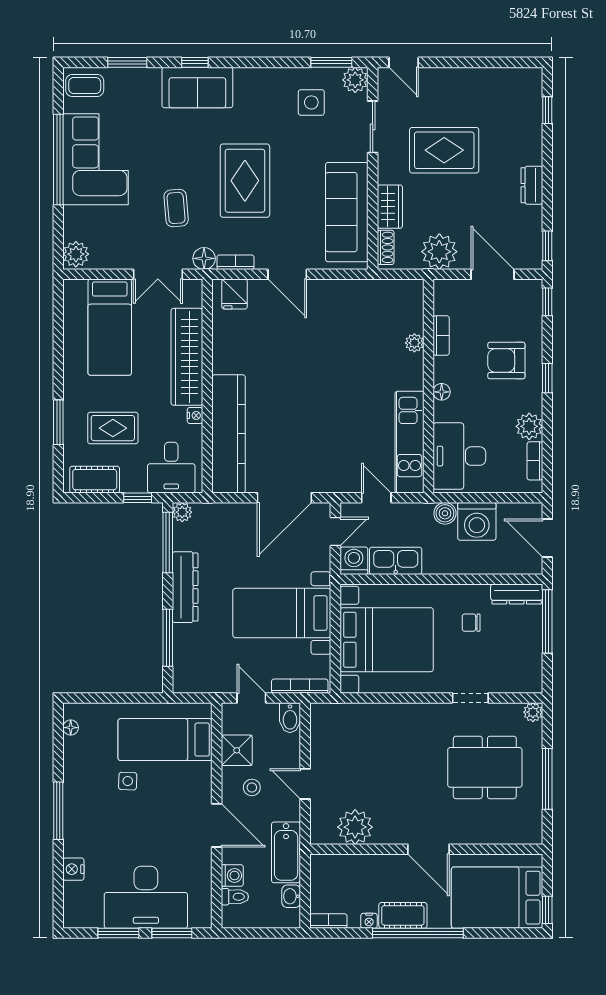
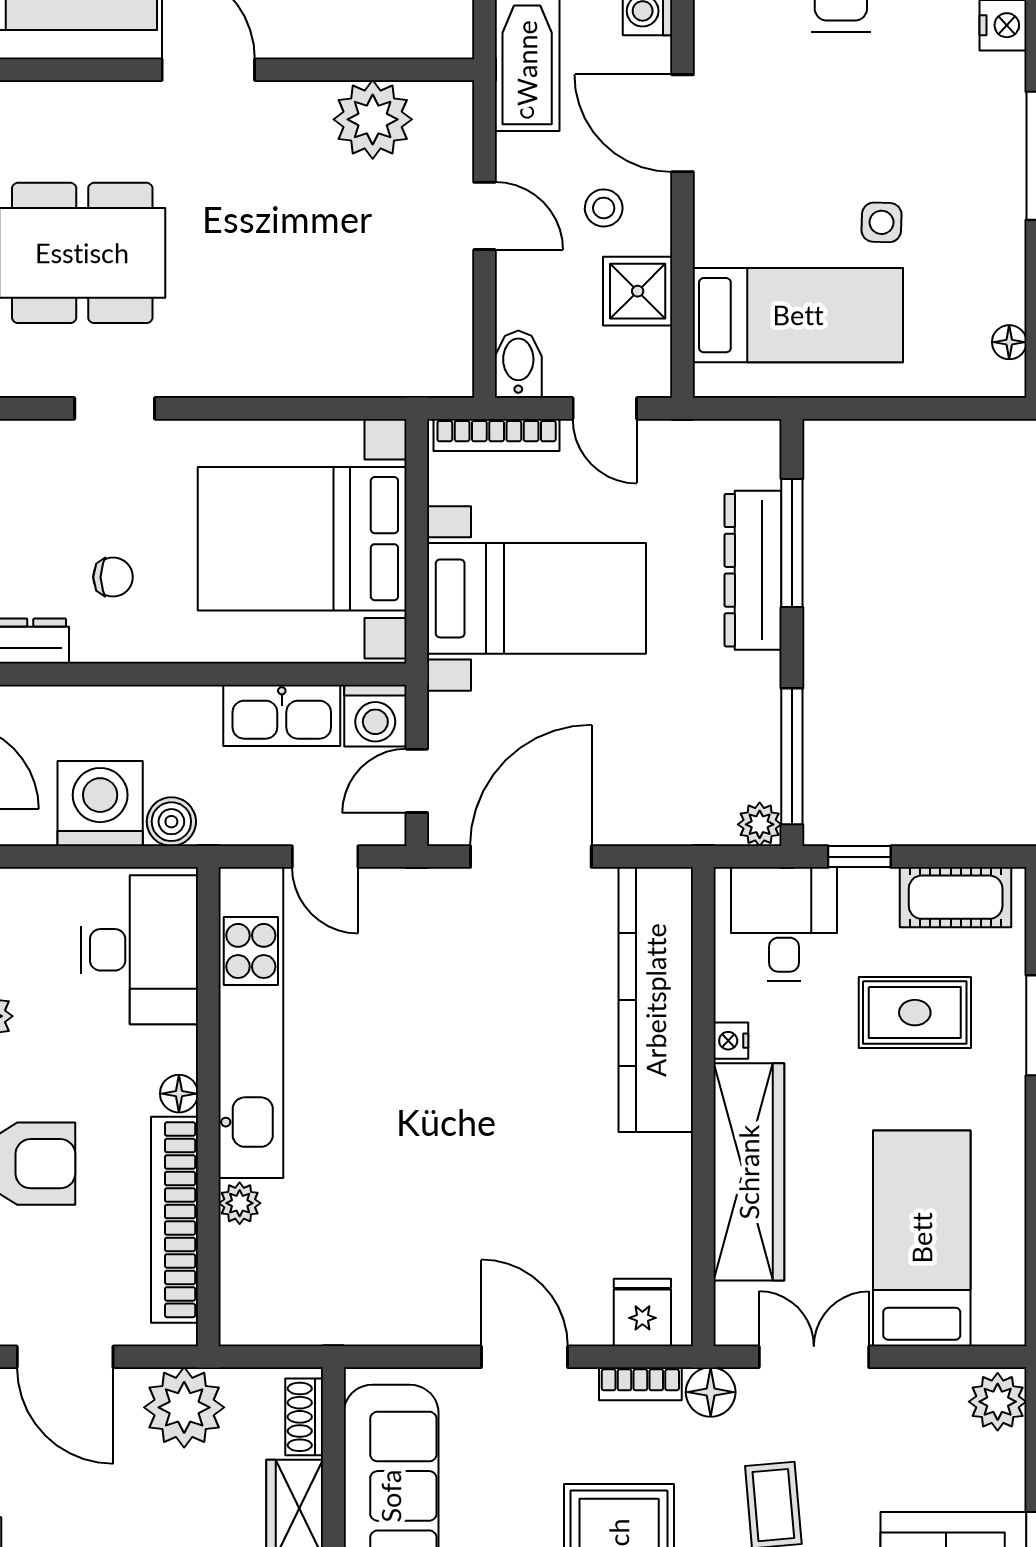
bookcase: (441, 335) -> (174, 1220), width x2.31, depth x1.31
kitchen unit: (409, 442) -> (251, 1023), width x1.36
dresser: (185, 587) -> (753, 570), moved

